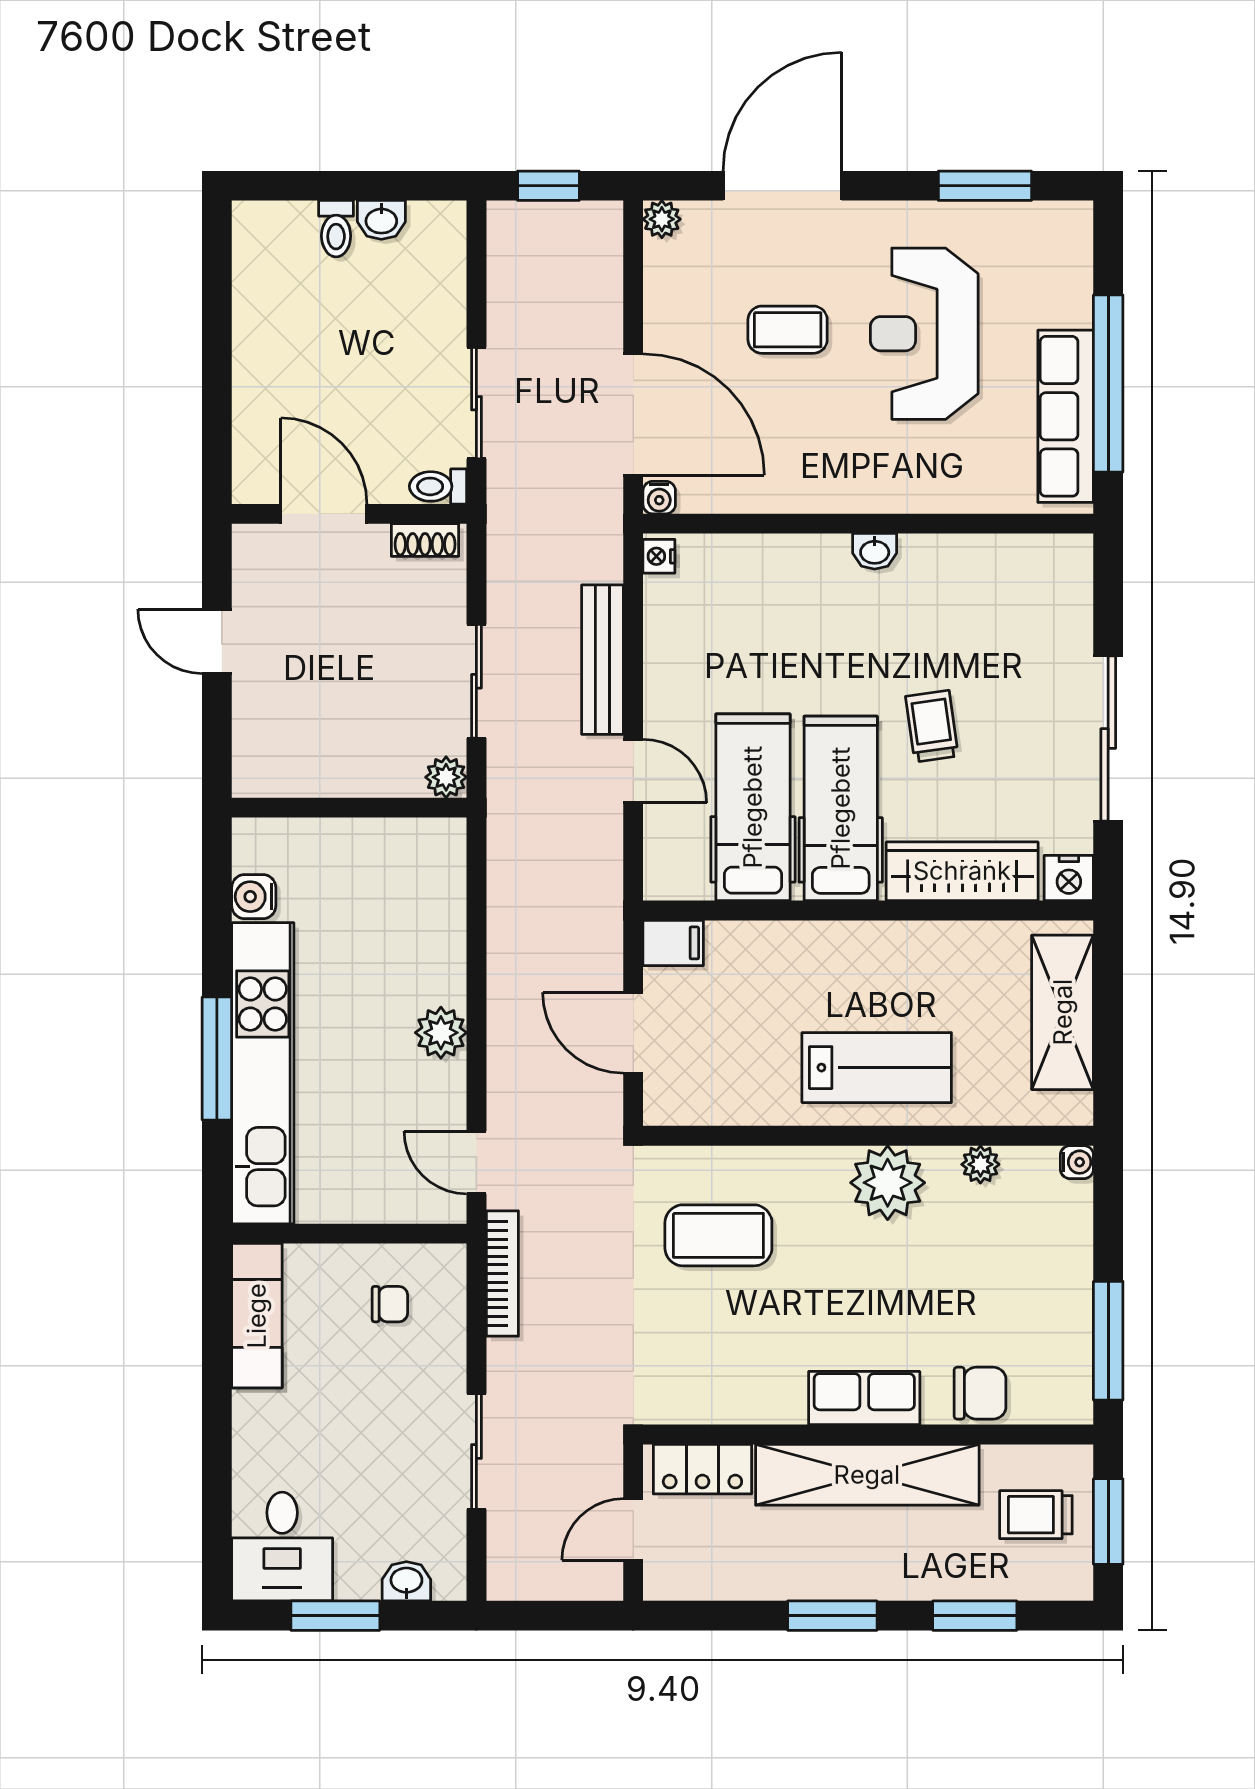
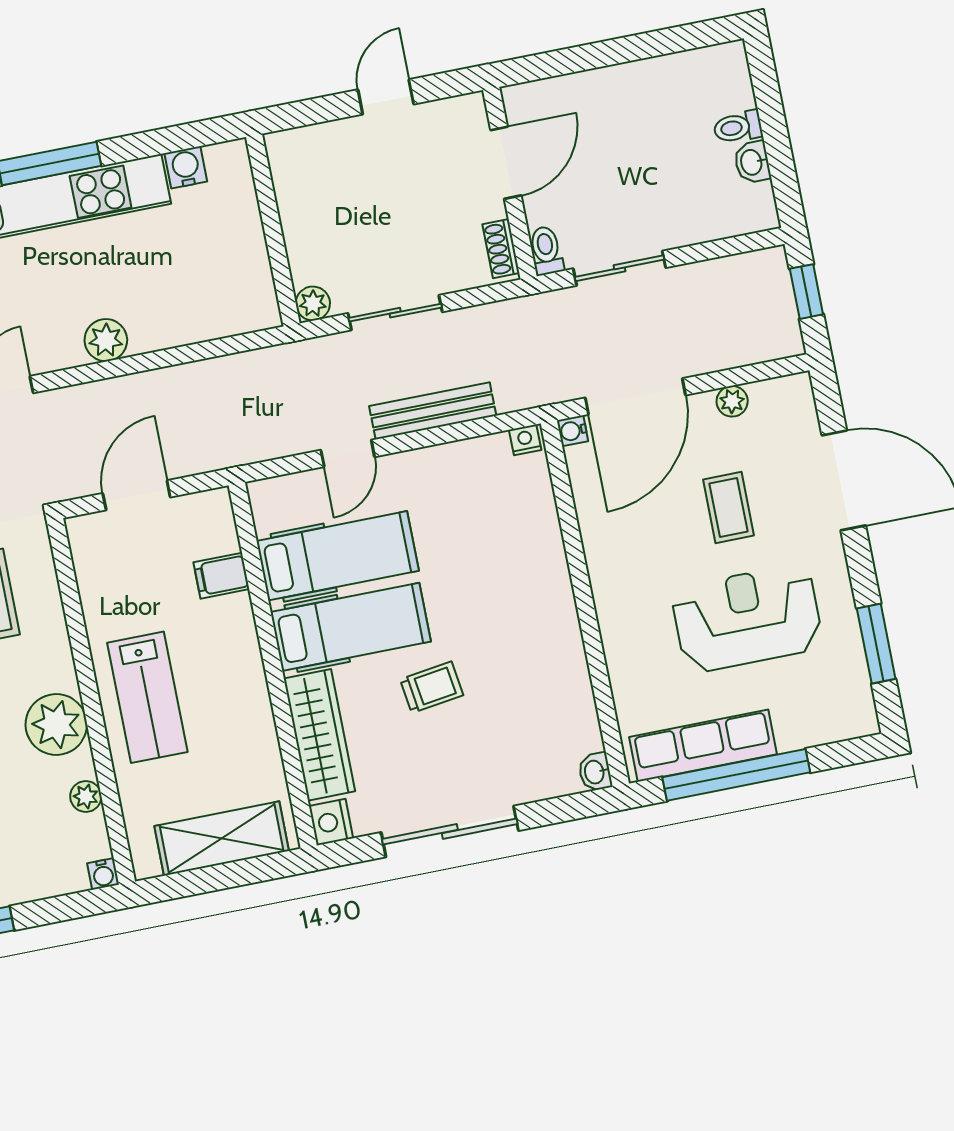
plant: (662, 219) -> (732, 401), moved
washbasin: (875, 551) -> (595, 772), moved
filing cabinet: (673, 943) -> (221, 576), moved, turned 90

